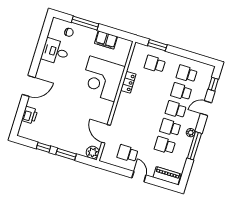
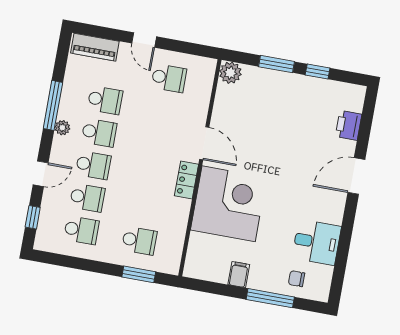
filing cabinet: (106, 40) -> (239, 275), width x0.50
locker: (128, 82) -> (186, 180), moved
door: (106, 134) -> (204, 143), moved

